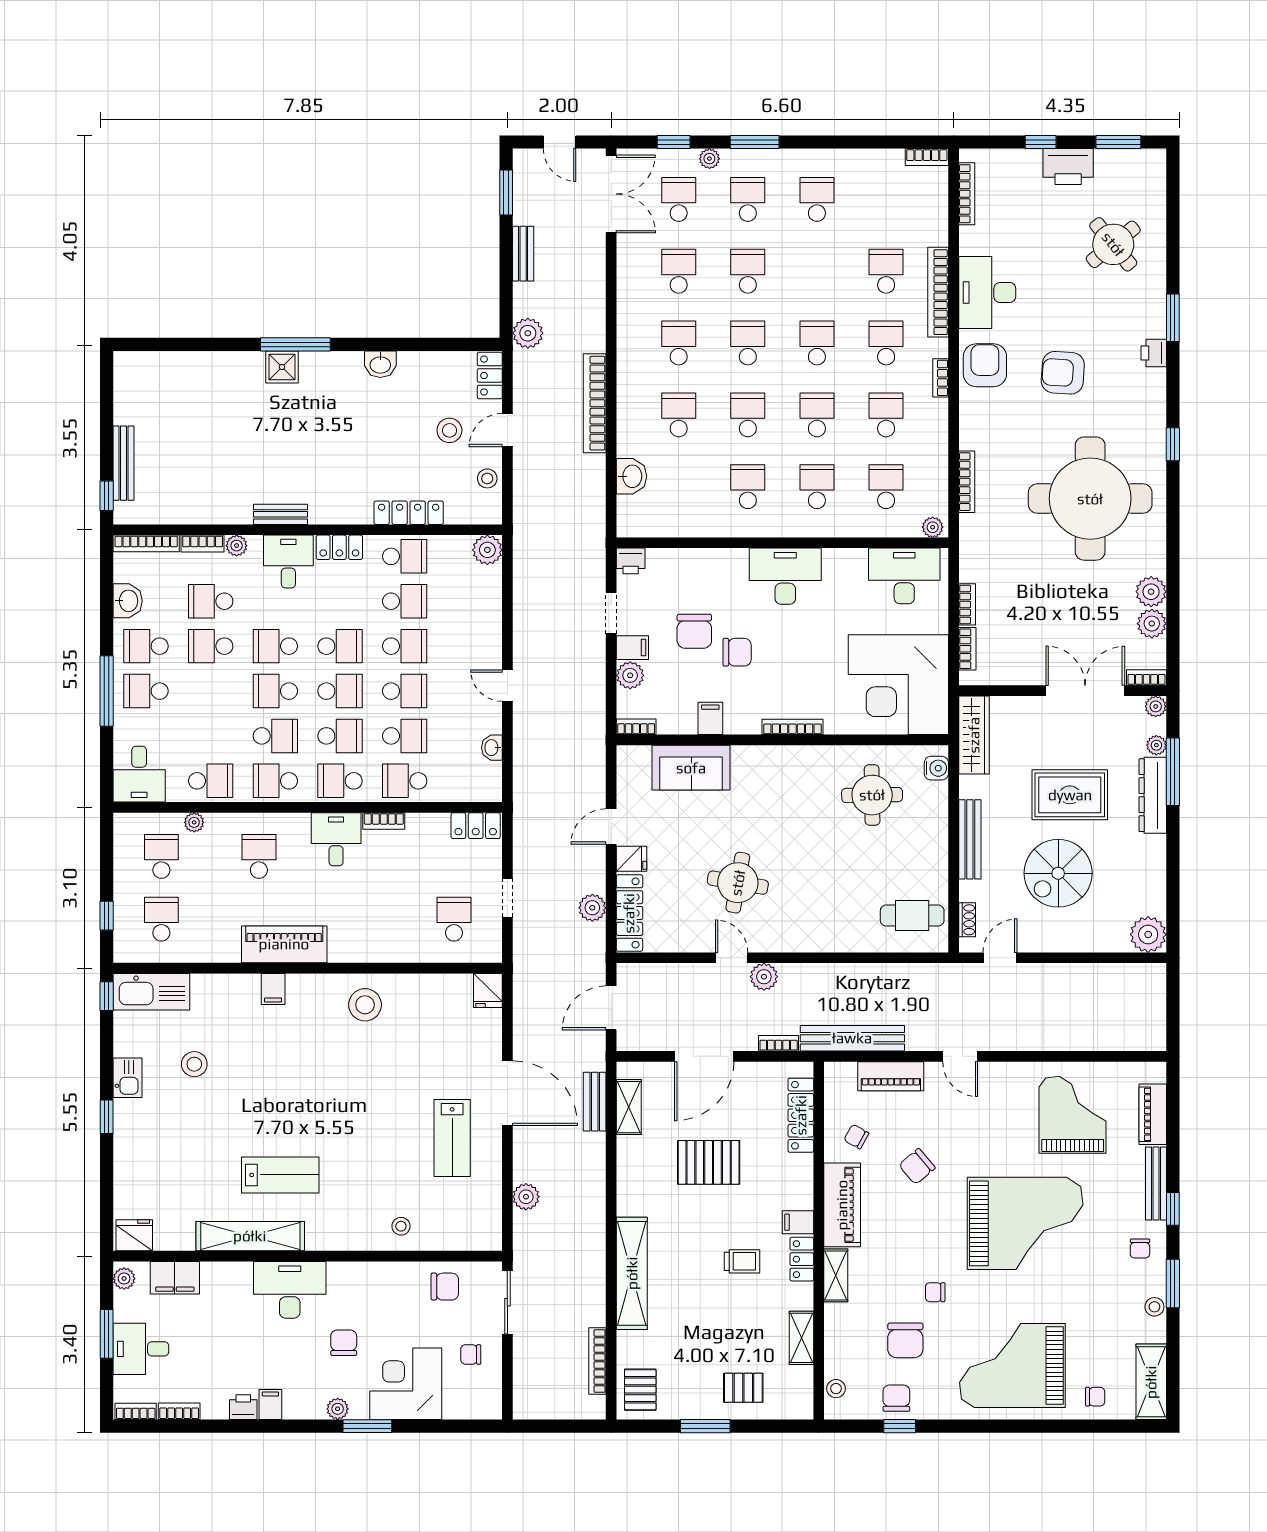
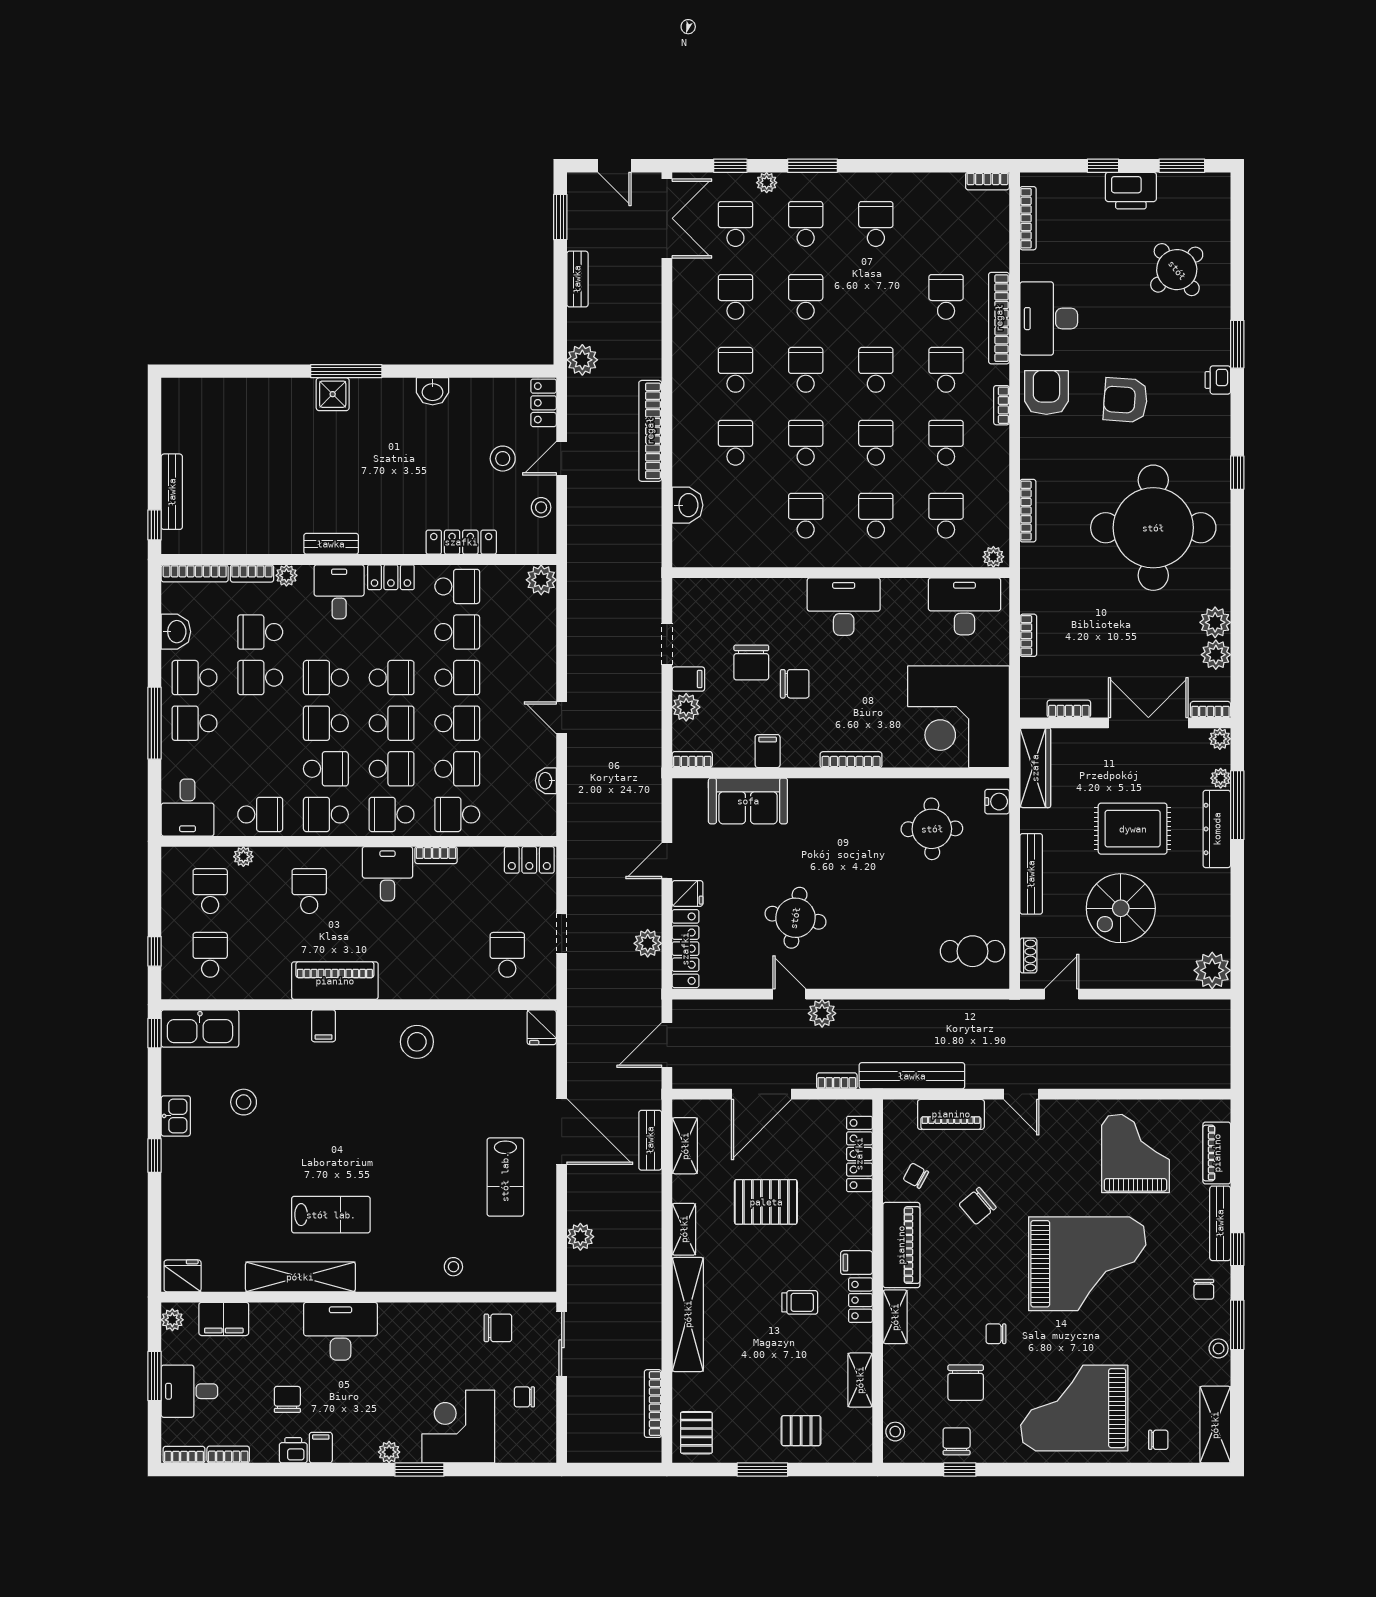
printer: (631, 561) -> (687, 591), removed
bookcase: (967, 649) -> (1069, 709), moved, turned -90
shelving: (628, 1189) -> (684, 1229), added
chair: (344, 1343) -> (287, 1399), moved

